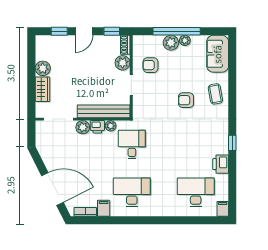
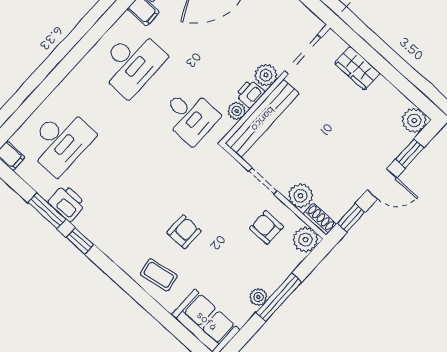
door: (84, 31) -> (382, 184), swing flipped
window: (177, 31) -> (279, 297), width x0.68
plant: (171, 43) -> (305, 240), moved
armchair: (150, 65) -> (266, 227), turned -90
plant: (43, 68) -> (414, 121), moved
window: (232, 170) -> (47, 211), added

